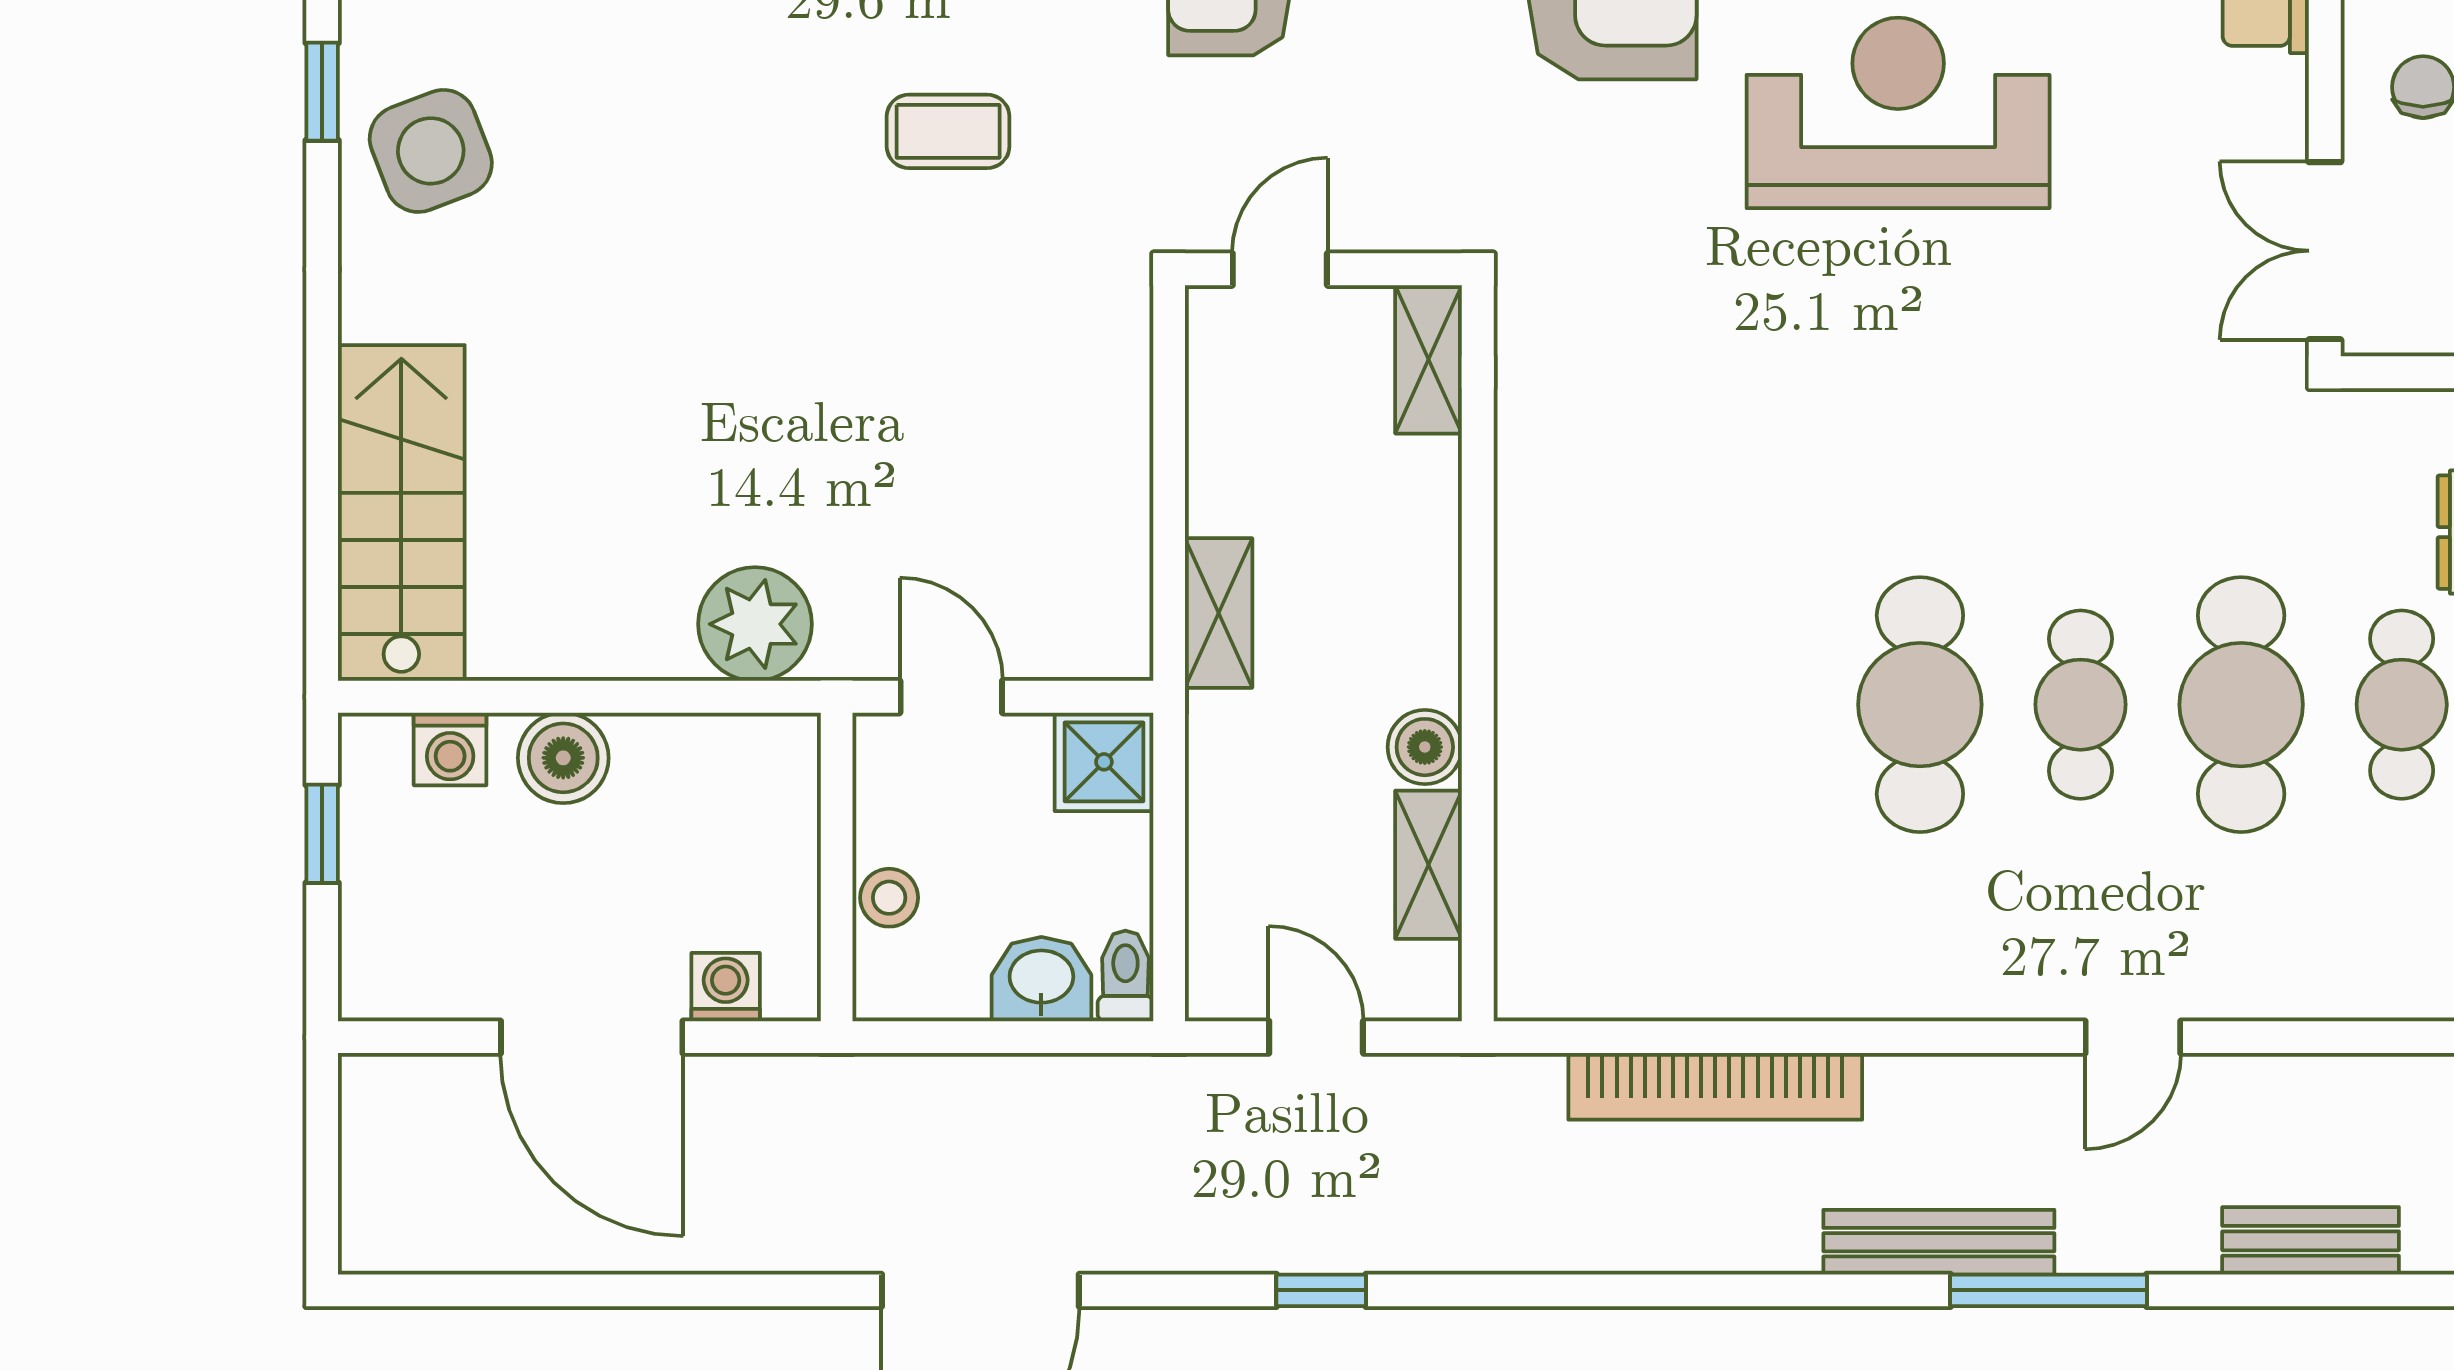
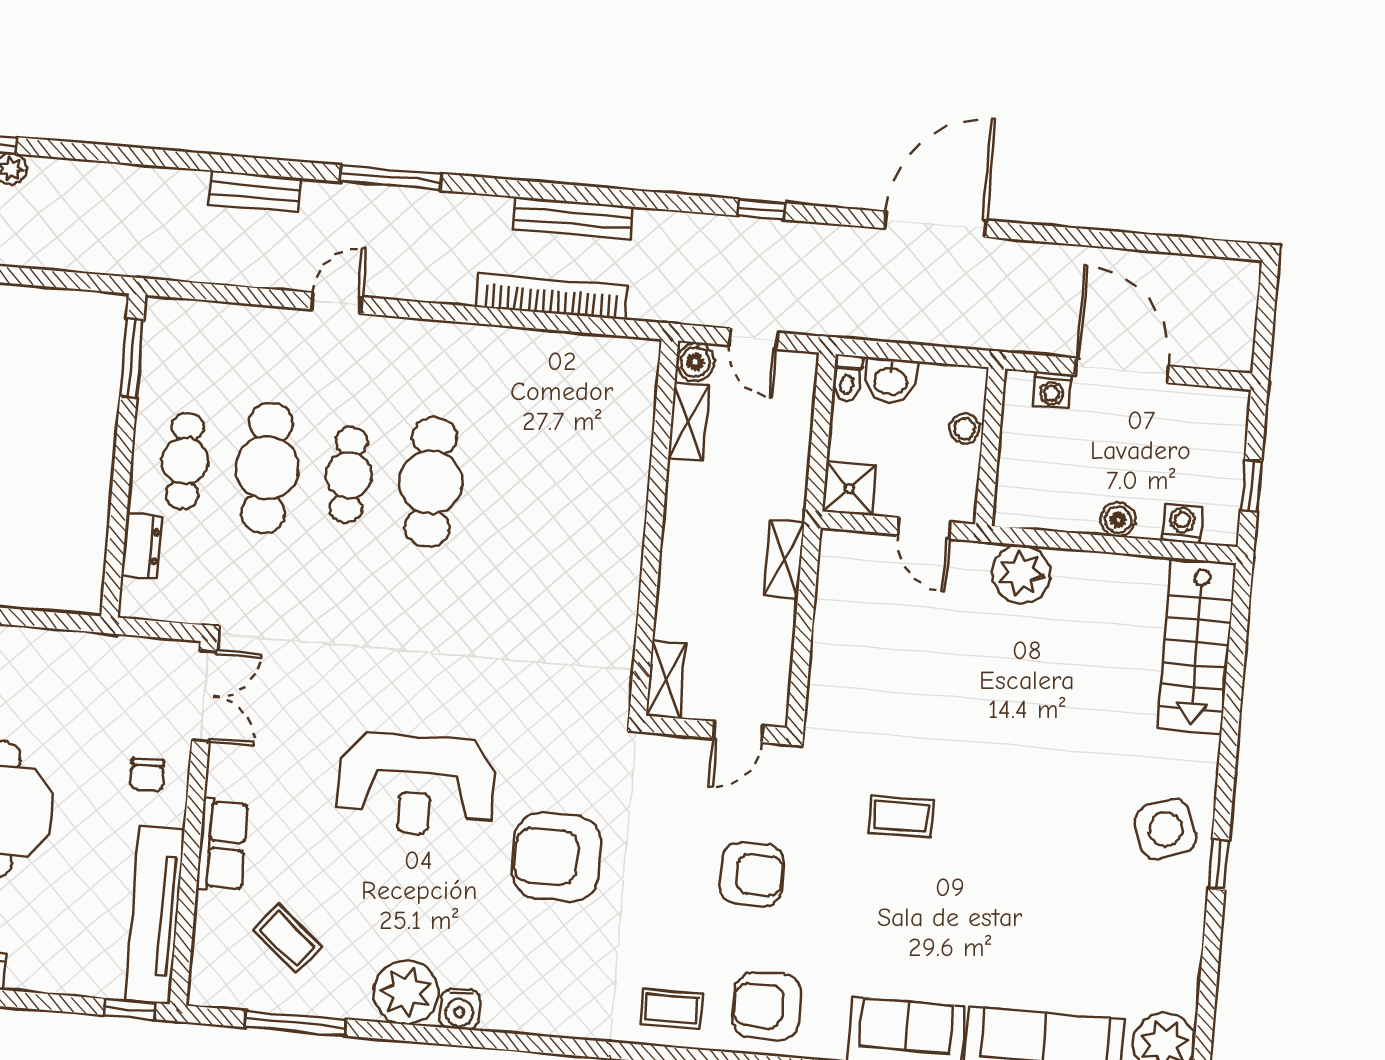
boiler: (1425, 747) -> (695, 362), moved
boiler: (563, 758) -> (1118, 520), width x0.73, depth x0.73
bench: (1939, 1242) -> (573, 218), moved

